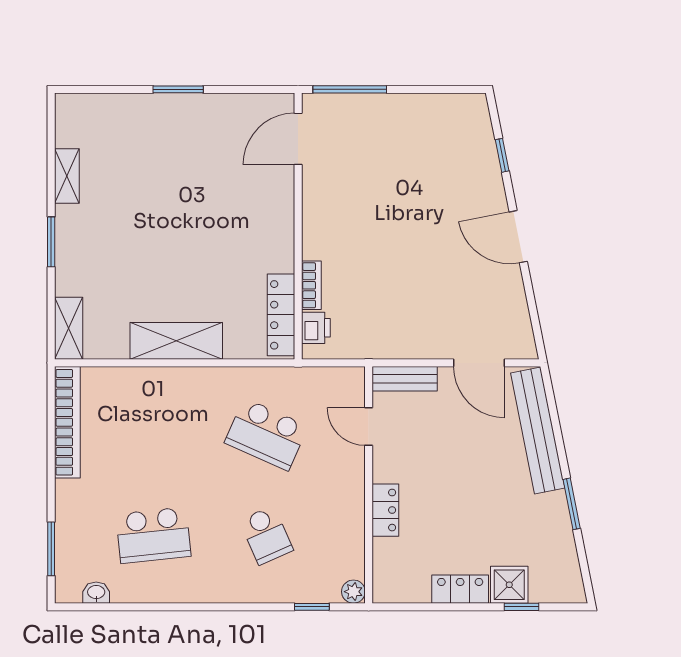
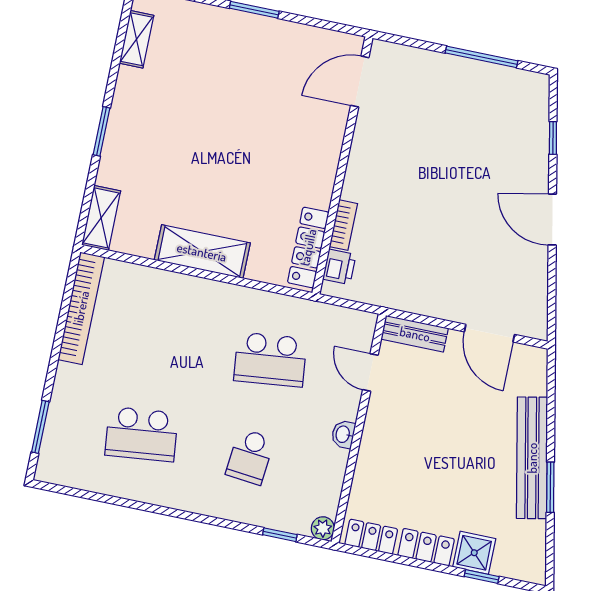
window: (350, 89) -> (482, 57), moved
shelving: (67, 176) -> (136, 39), moved
bench: (538, 431) -> (532, 458), moved
school desk: (266, 434) -> (270, 360), turned -30
locker: (385, 510) -> (371, 537), moved, turned -90
school desk: (266, 535) -> (250, 457), turned 30
washbasin: (96, 593) -> (343, 434), moved, turned -90

